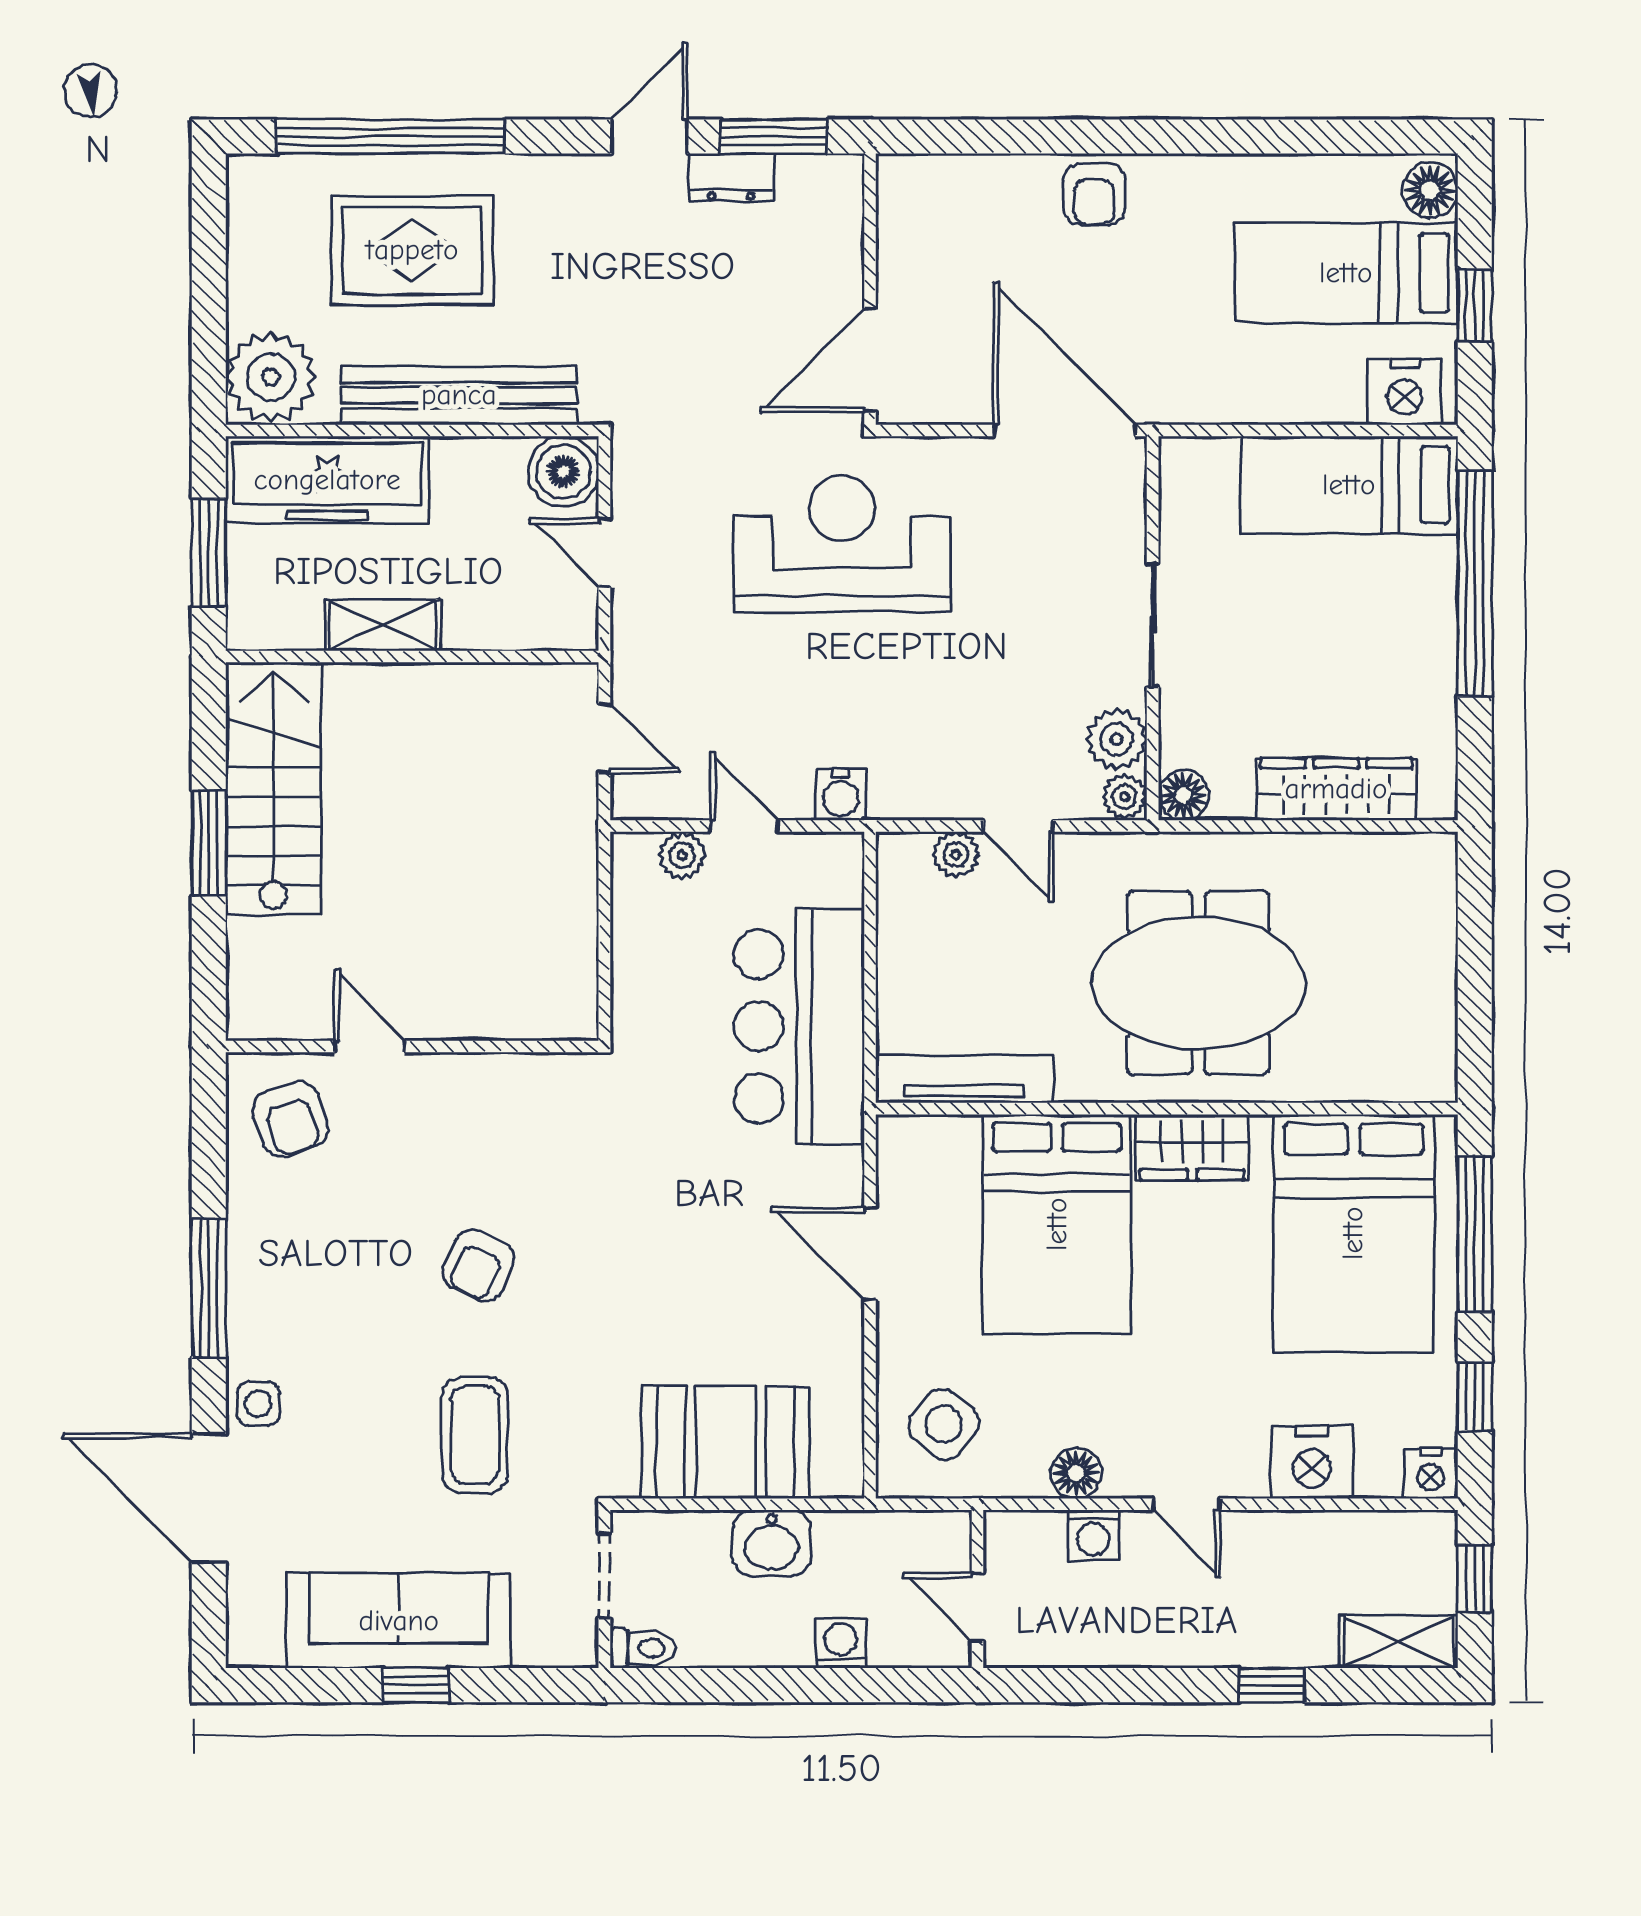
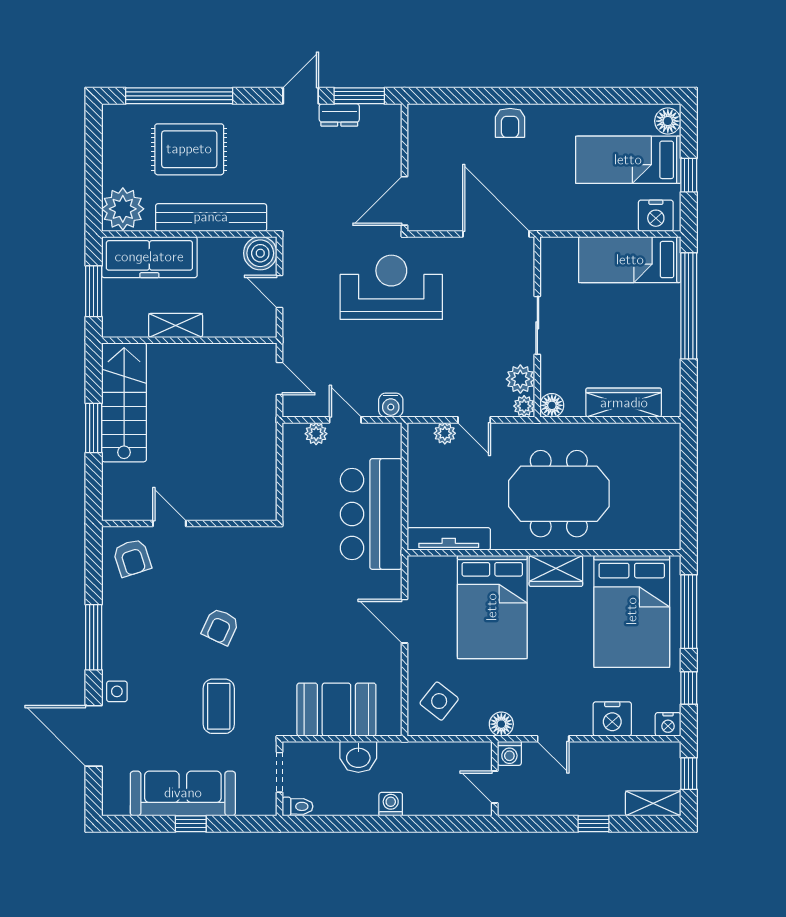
wall: (977, 1589) -> (495, 779), moved
door: (977, 1607) -> (495, 787), moved

